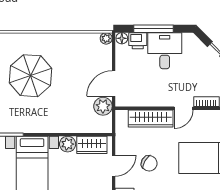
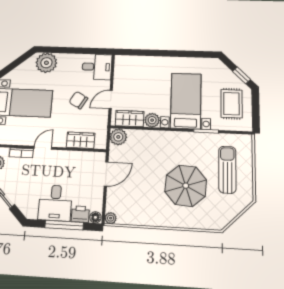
plant: (103, 106) -> (118, 137), moved
wardrobe: (151, 118) -> (81, 140), width x0.67

